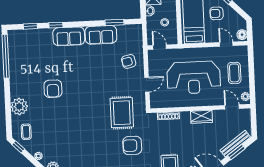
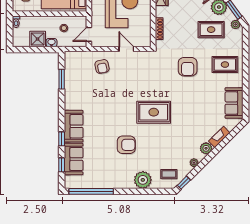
sofa: (101, 35) -> (74, 159), moved
rug: (122, 113) -> (154, 112), moved

